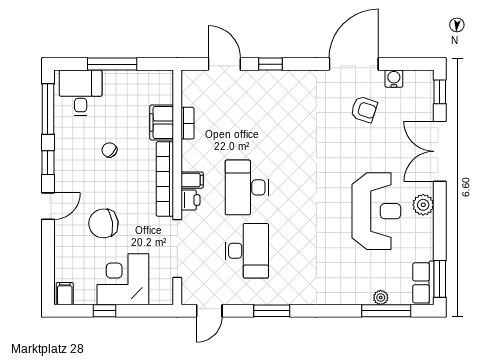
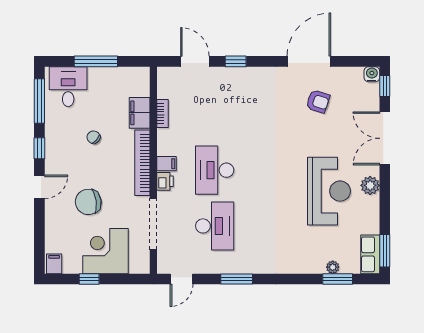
water cooler: (394, 79) -> (372, 74), moved
window: (386, 311) -> (338, 279), width x0.69

